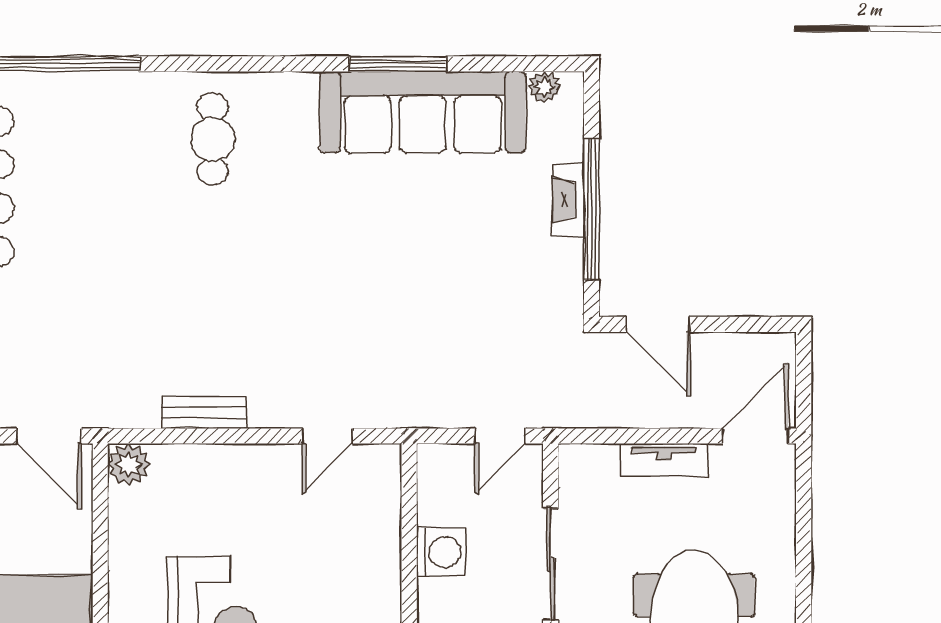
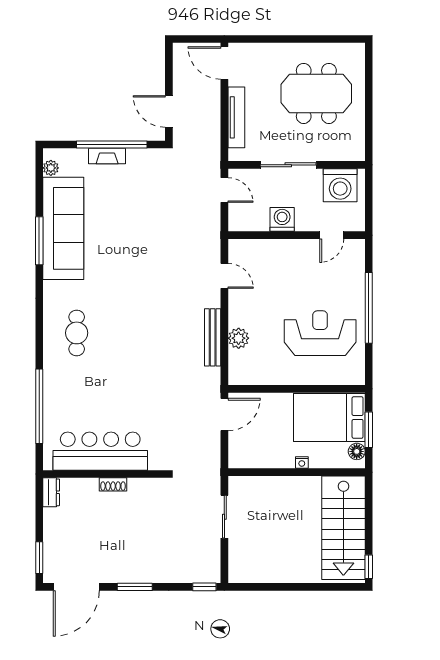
cafe table: (213, 139) -> (77, 333), turned 90
door: (658, 324) -> (169, 111), swing flipped
bench: (204, 412) -> (213, 337), width x1.36
tv unit: (664, 460) -> (236, 117), width x1.41
plant: (129, 464) -> (239, 338), moved

